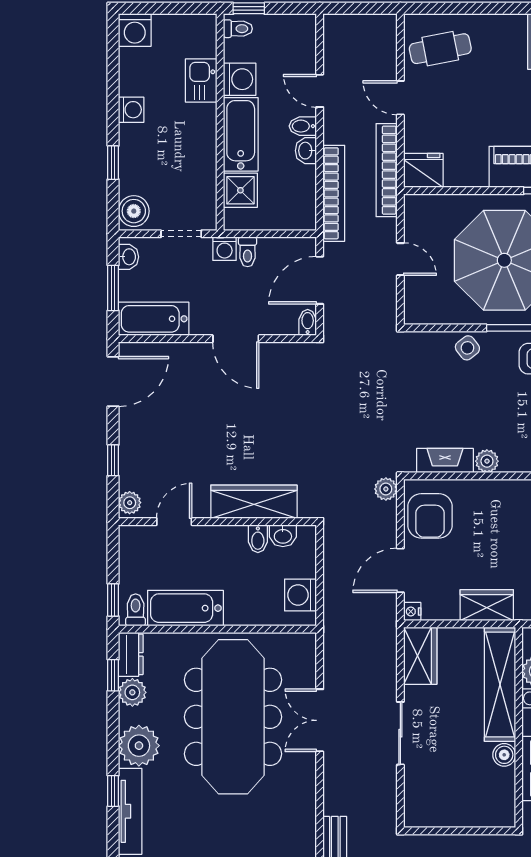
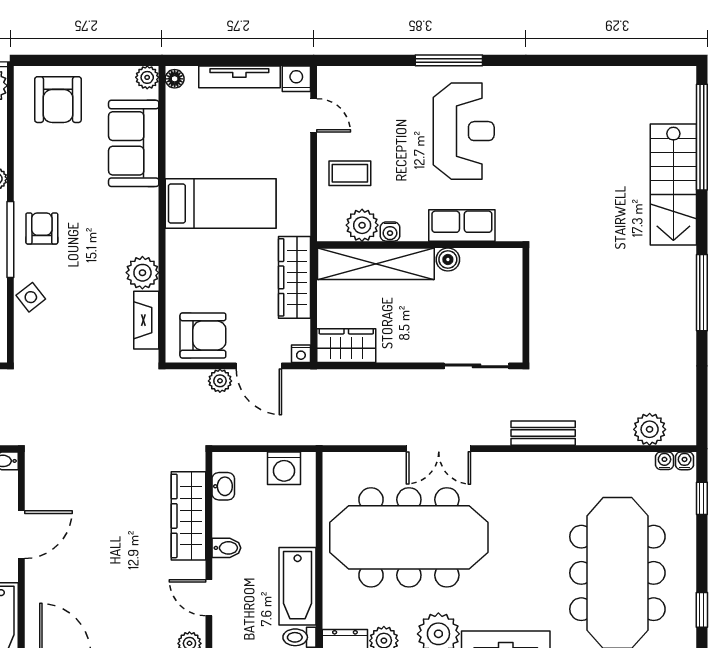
plant: (487, 461) -> (142, 273), width x1.38, depth x1.38
plant: (386, 489) -> (220, 381), moved
bidet: (258, 539) -> (226, 548), moved
wardrobe: (487, 605) -> (294, 277), width x1.50
double door: (320, 720) -> (439, 449), moved
sliding door: (400, 733) -> (476, 366), moved

